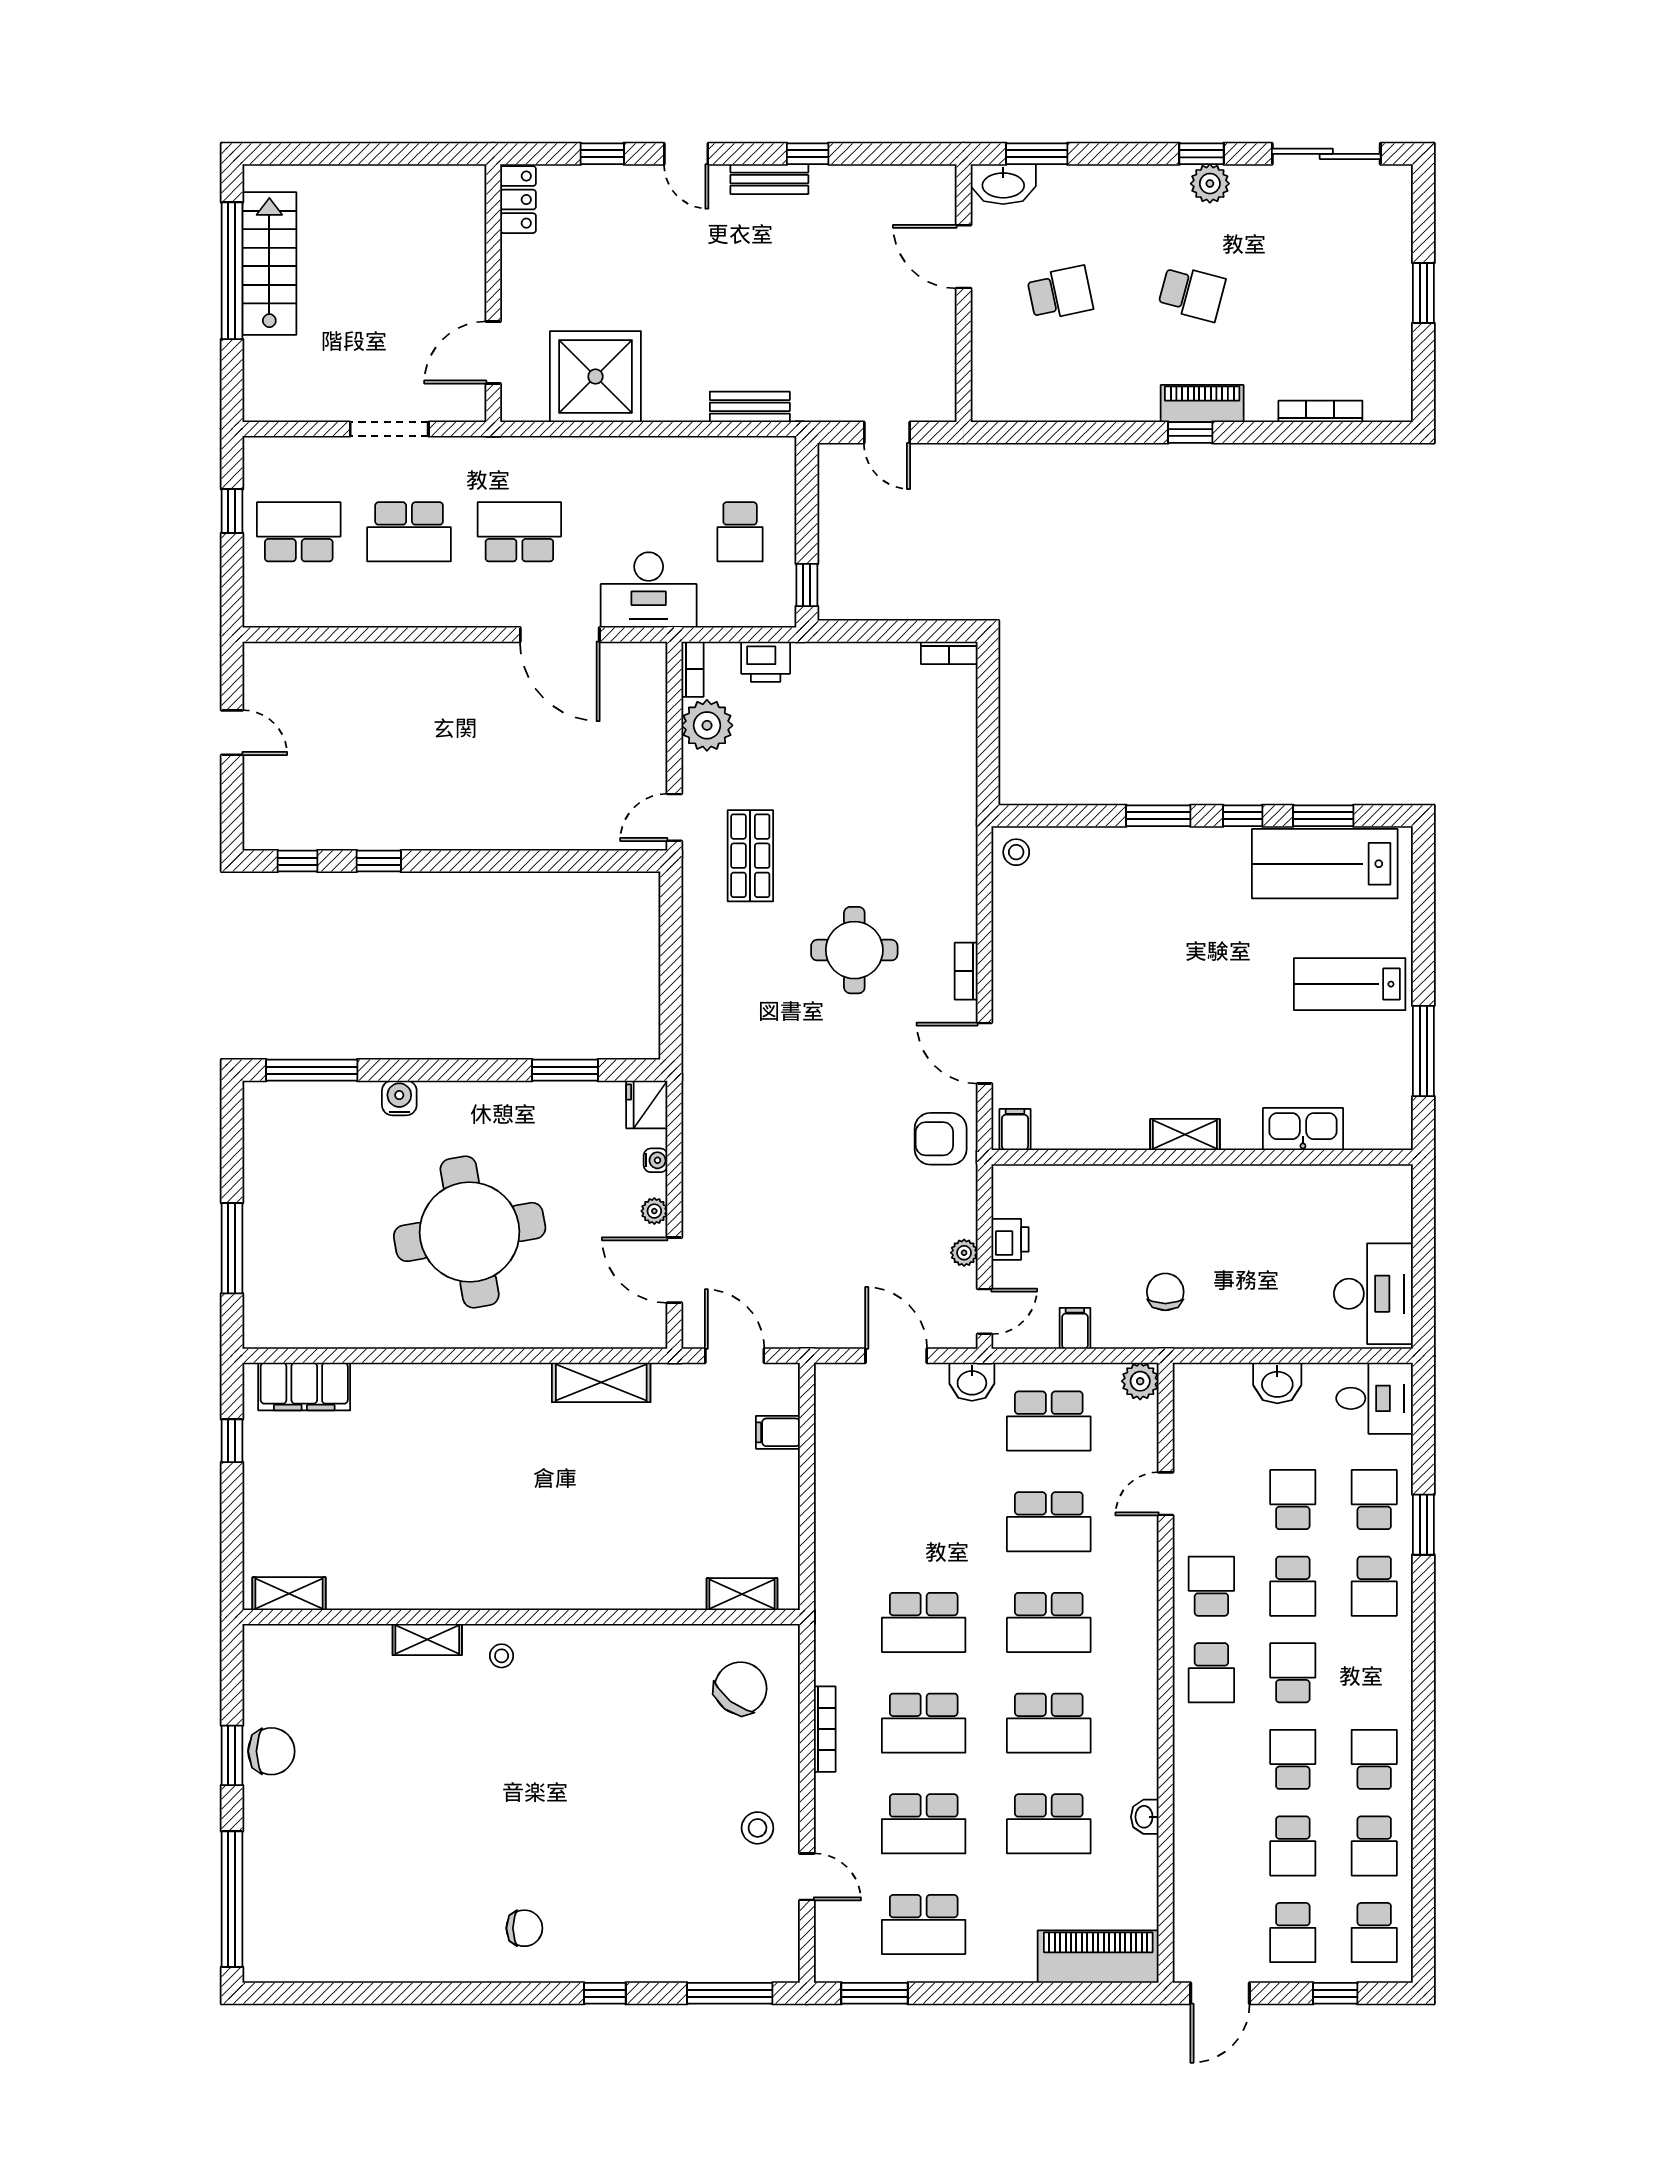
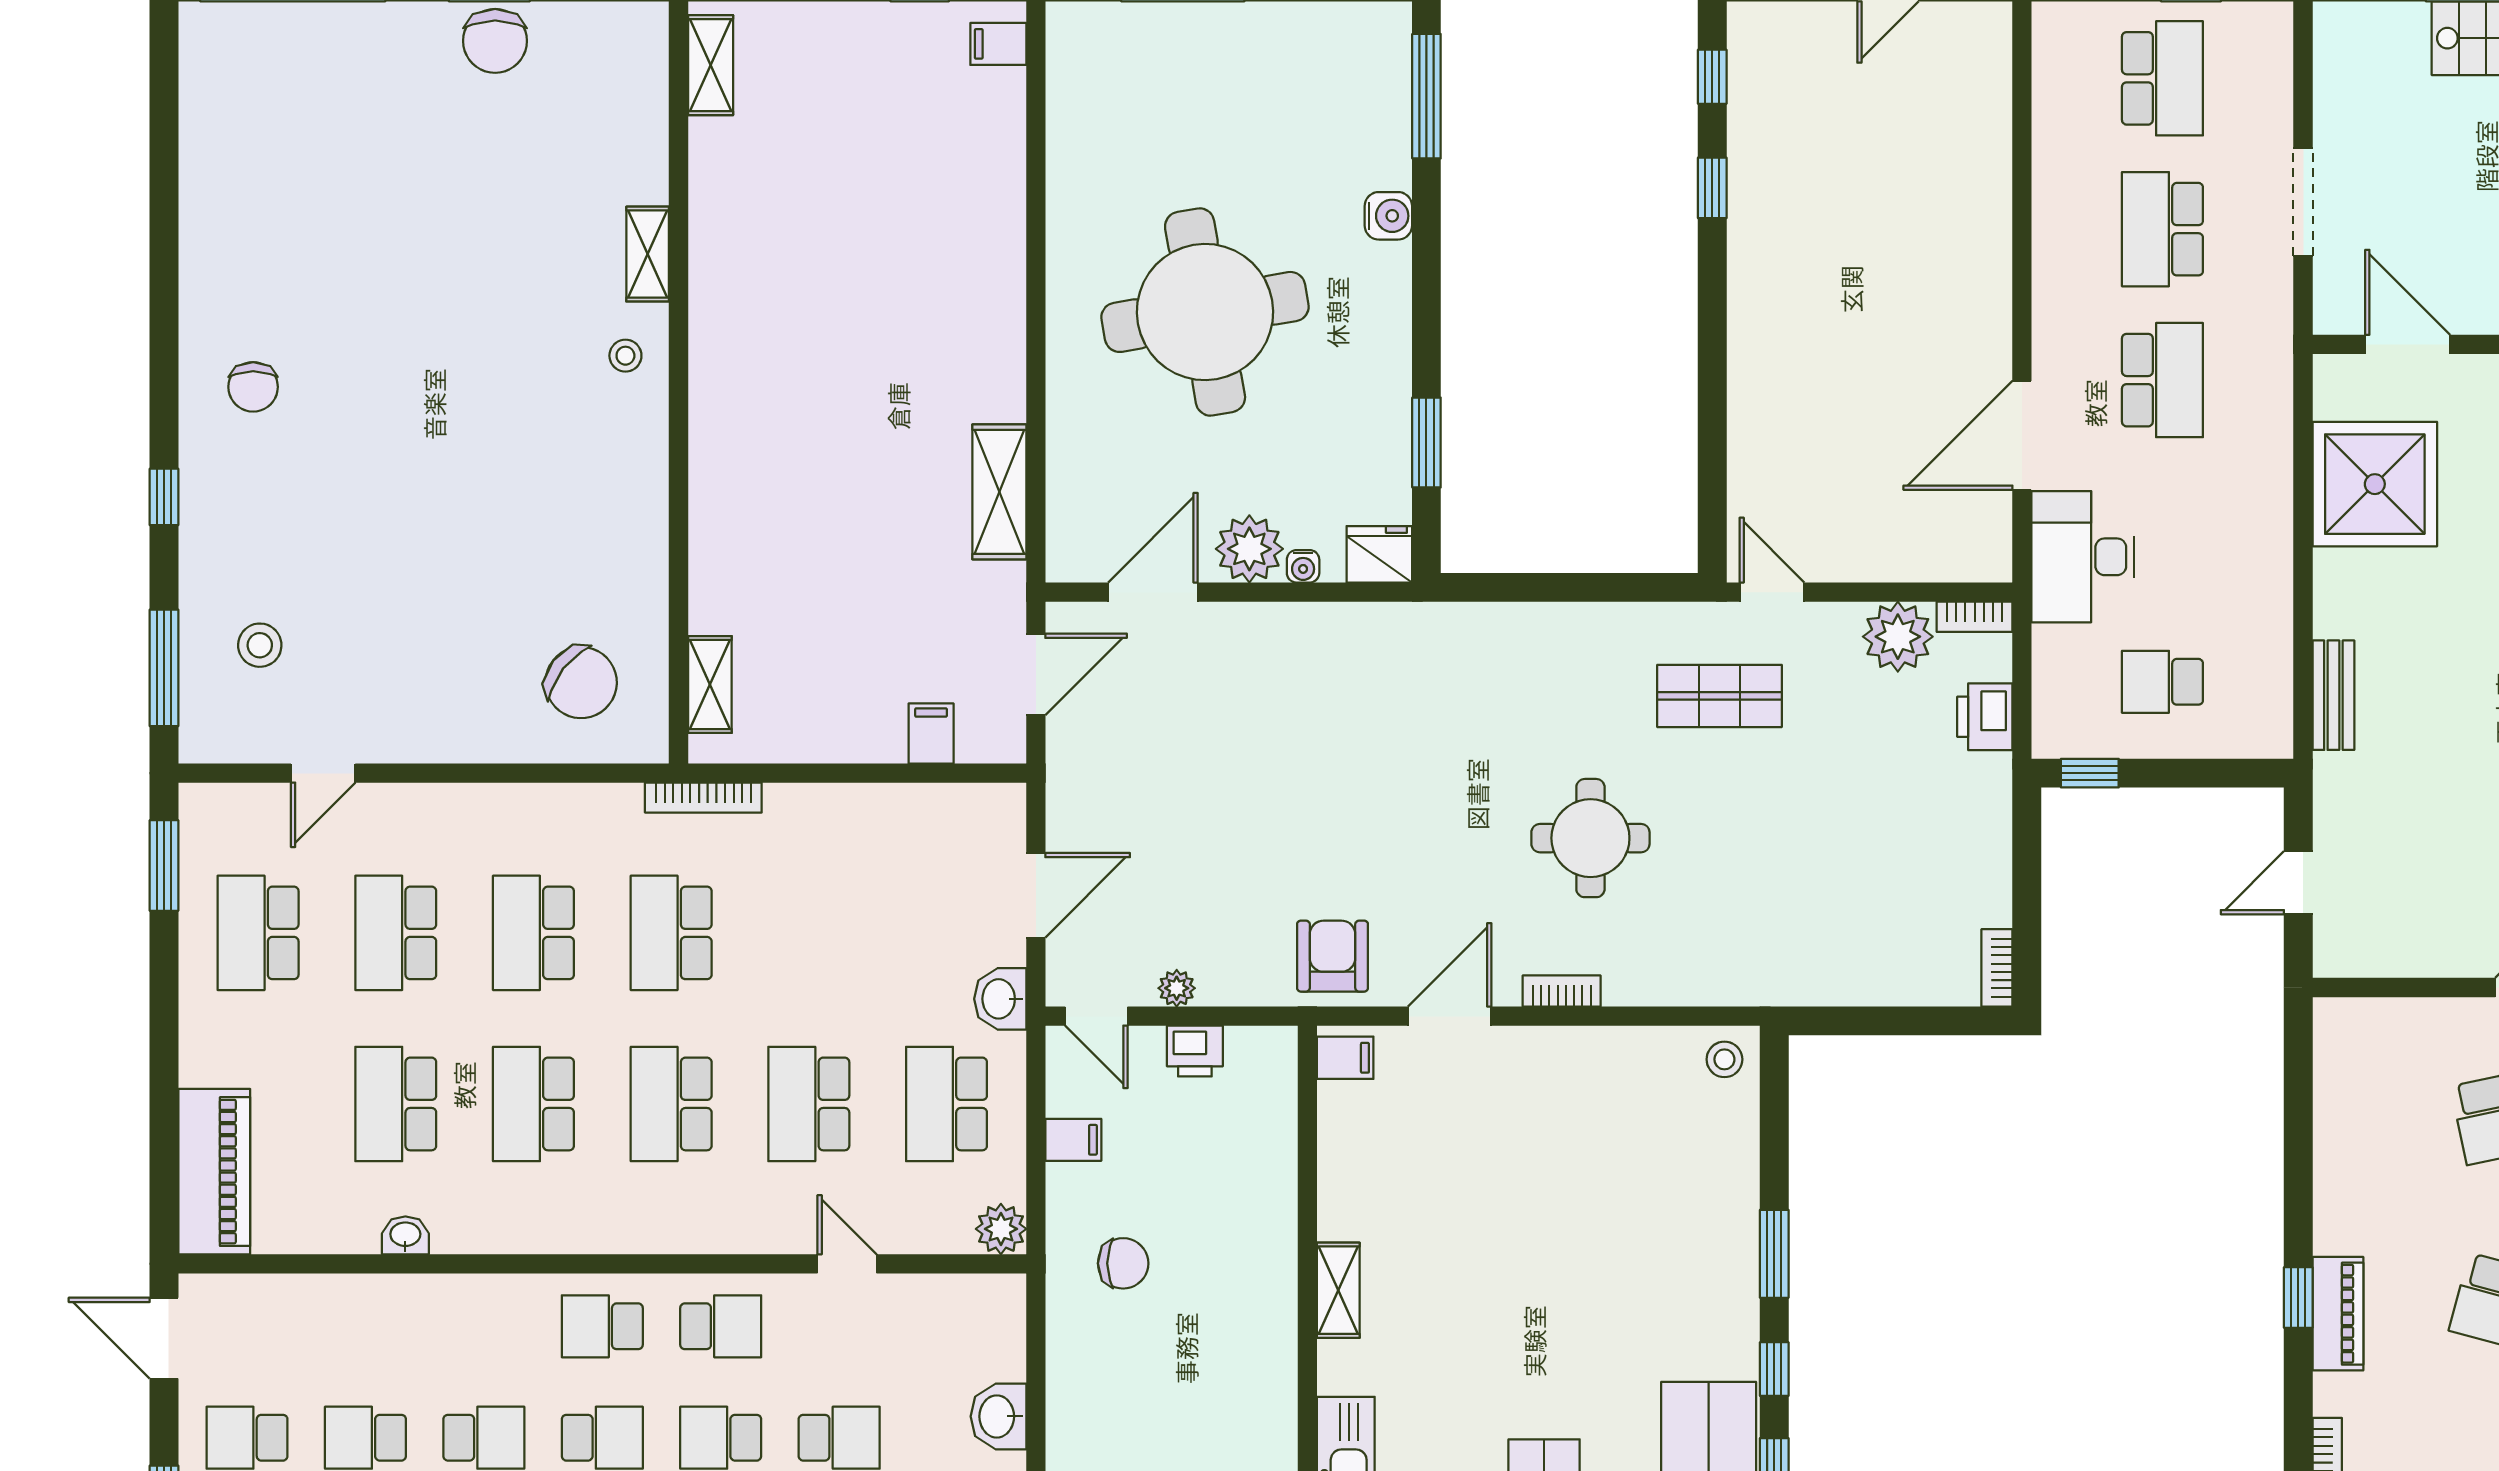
plant: (654, 1211) -> (1249, 549), width x1.88, depth x1.88
filing cabinet: (304, 1387) -> (998, 44), width x0.33, depth x0.86
bookcase: (825, 1729) -> (703, 798), moved
stool: (757, 1828) -> (260, 645), moved

